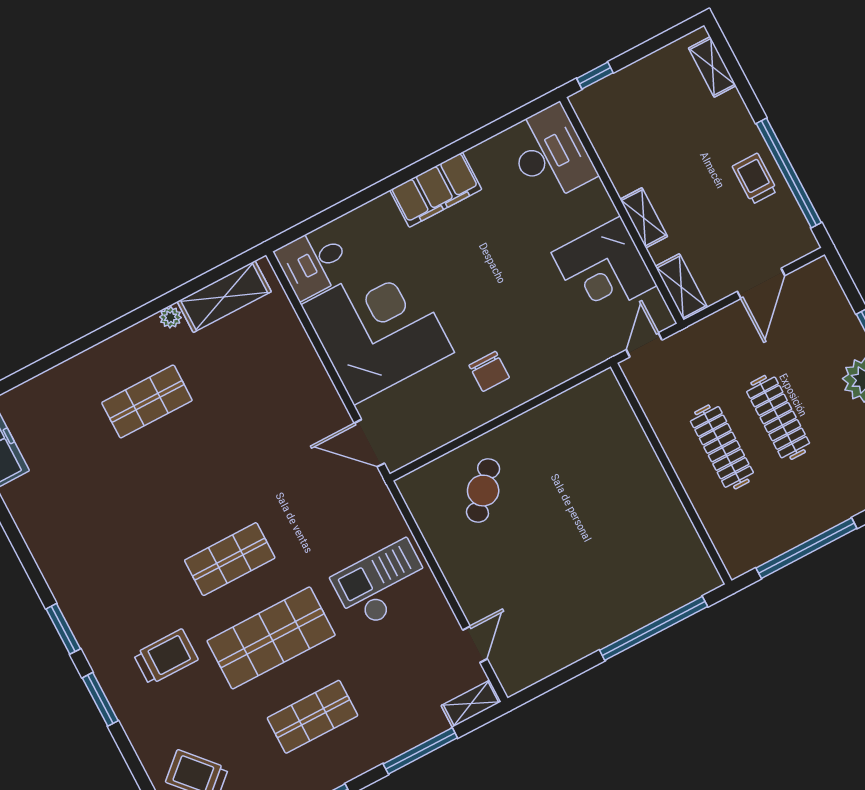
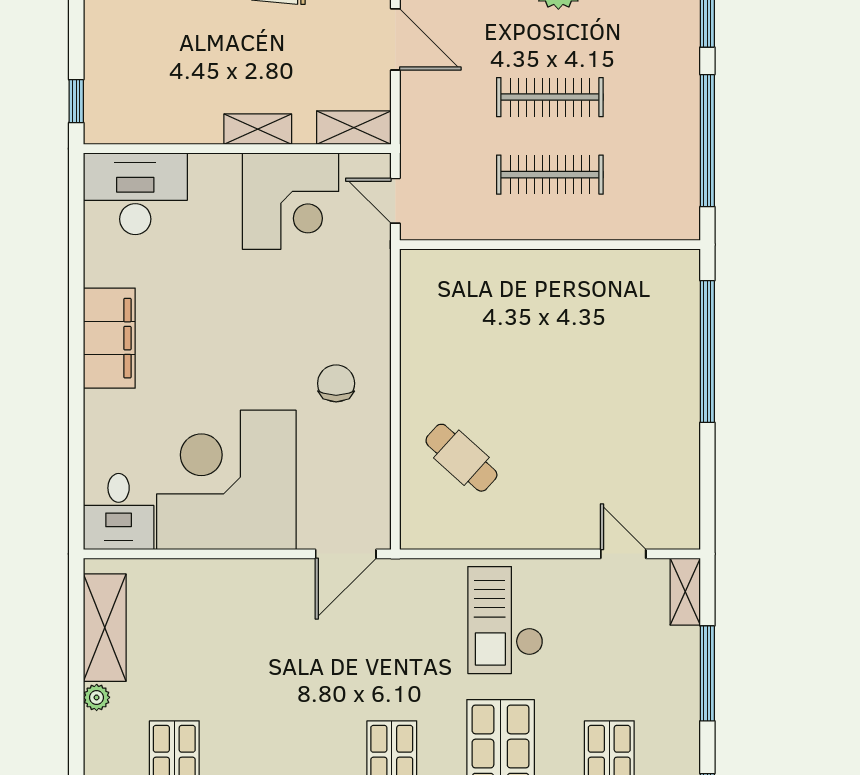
chair: (489, 371) -> (336, 383), turned -90

